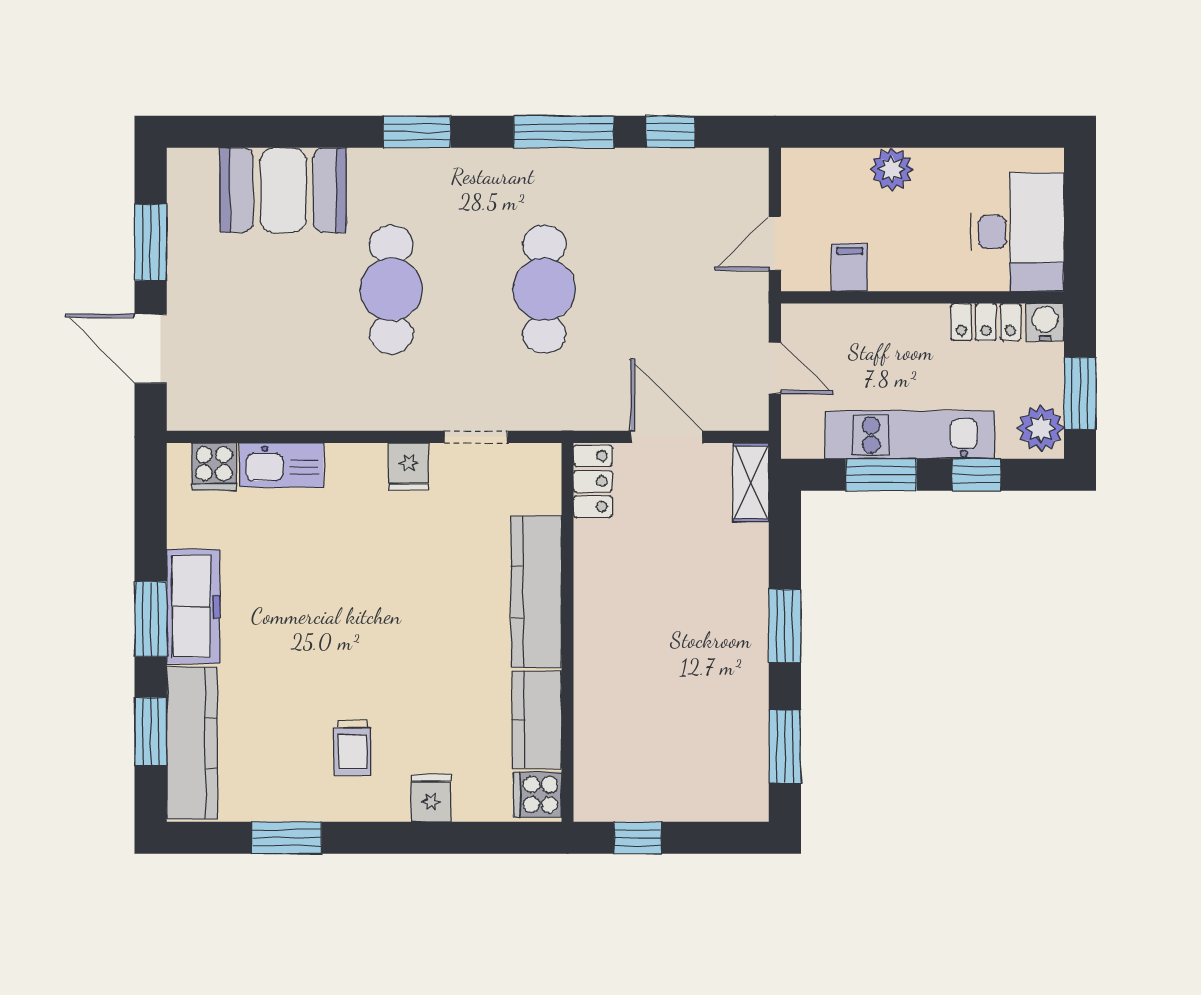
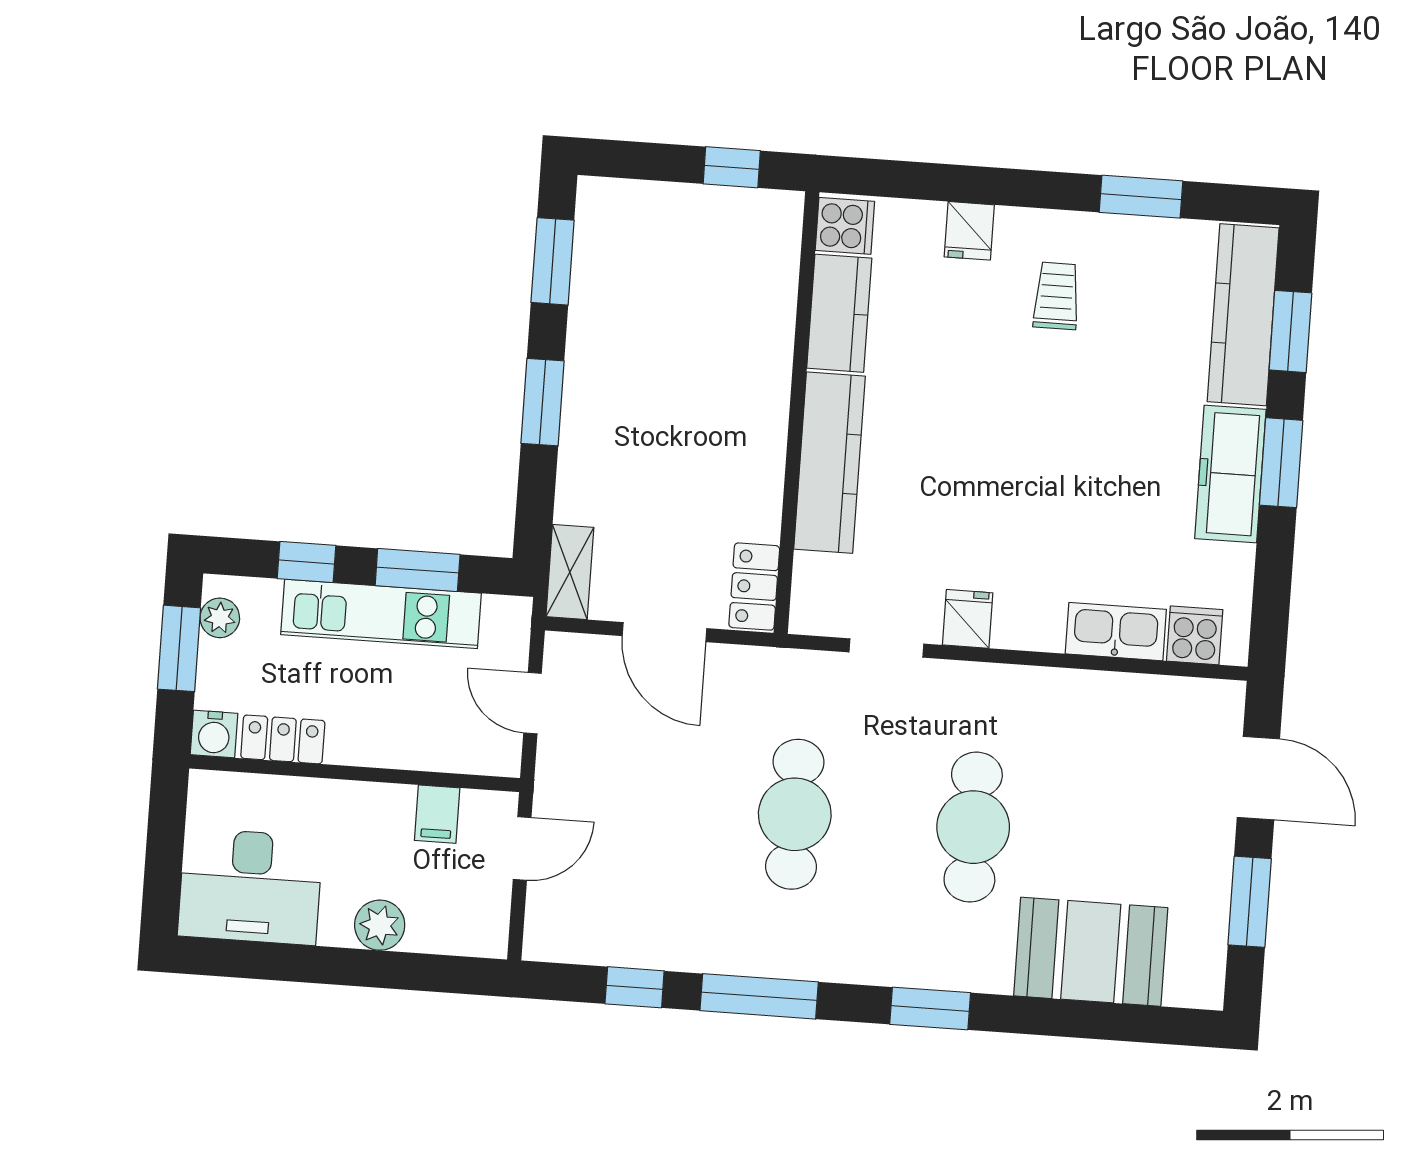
desk: (1017, 232) -> (250, 886), moved, turned -90
plant: (1041, 428) -> (220, 618), width x0.73, depth x0.73

